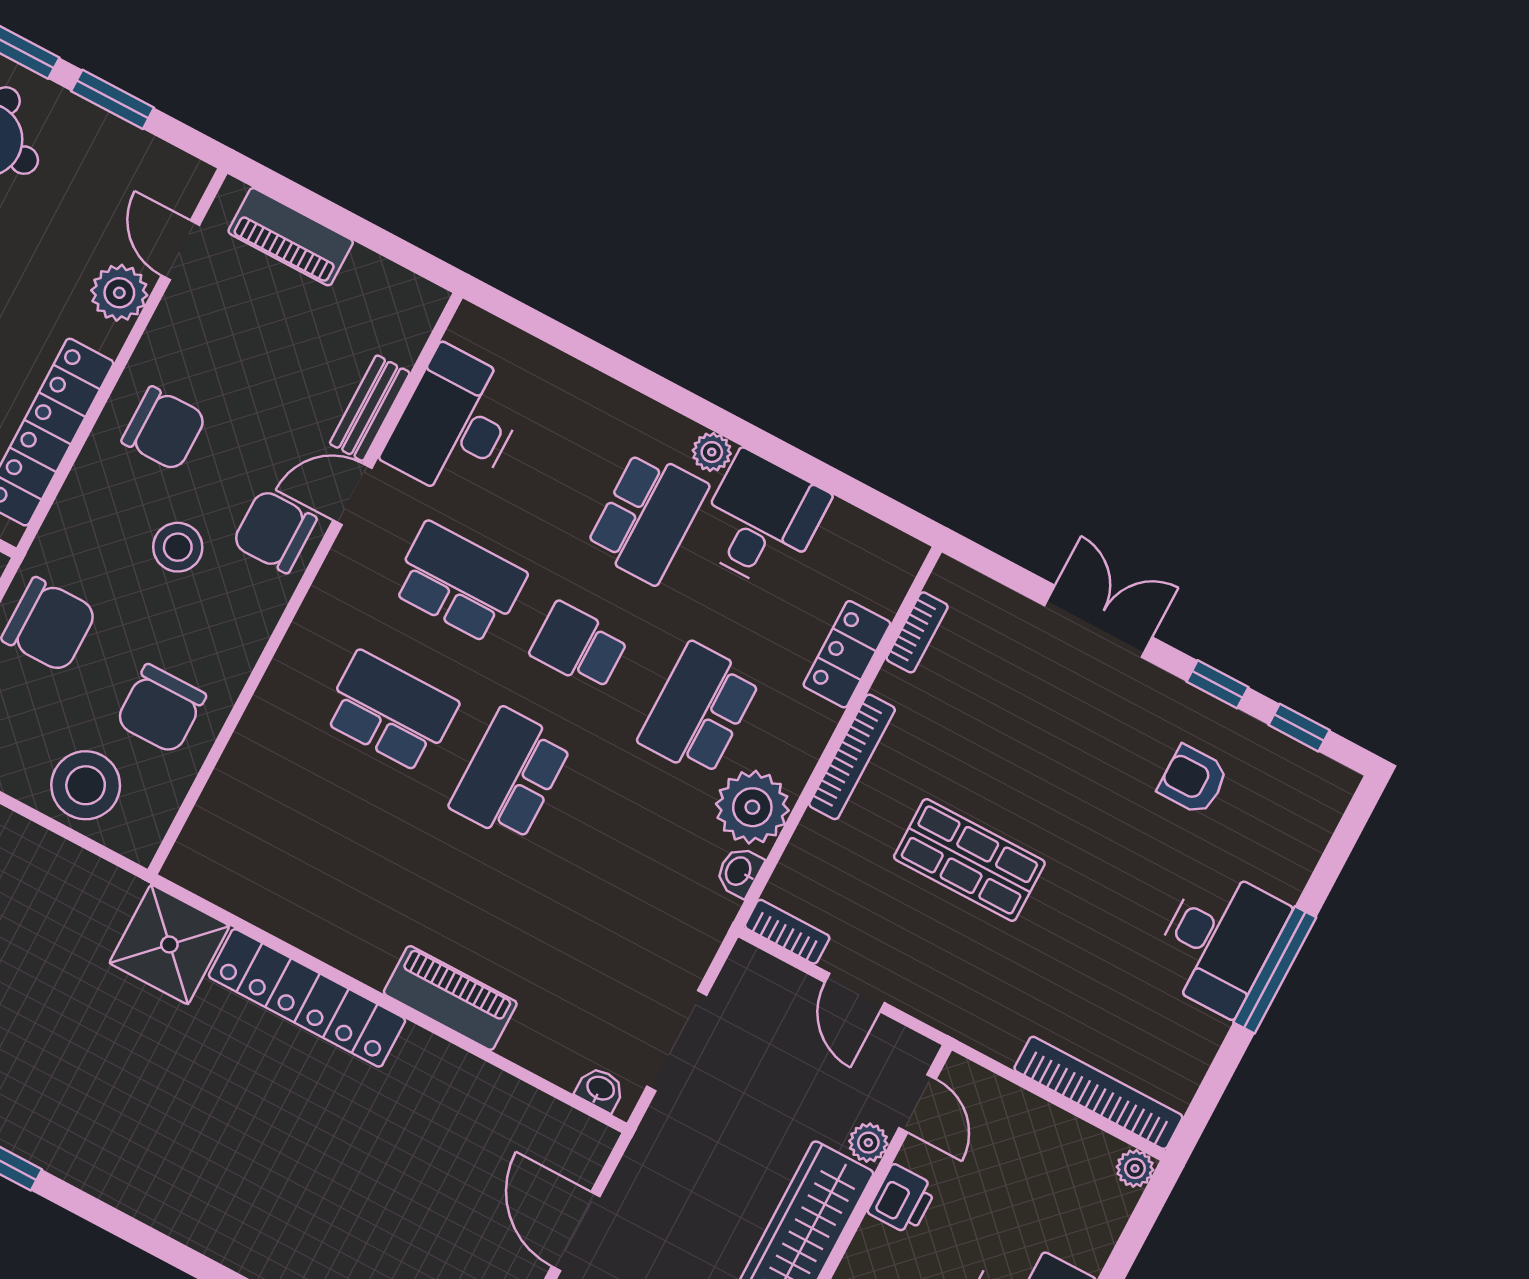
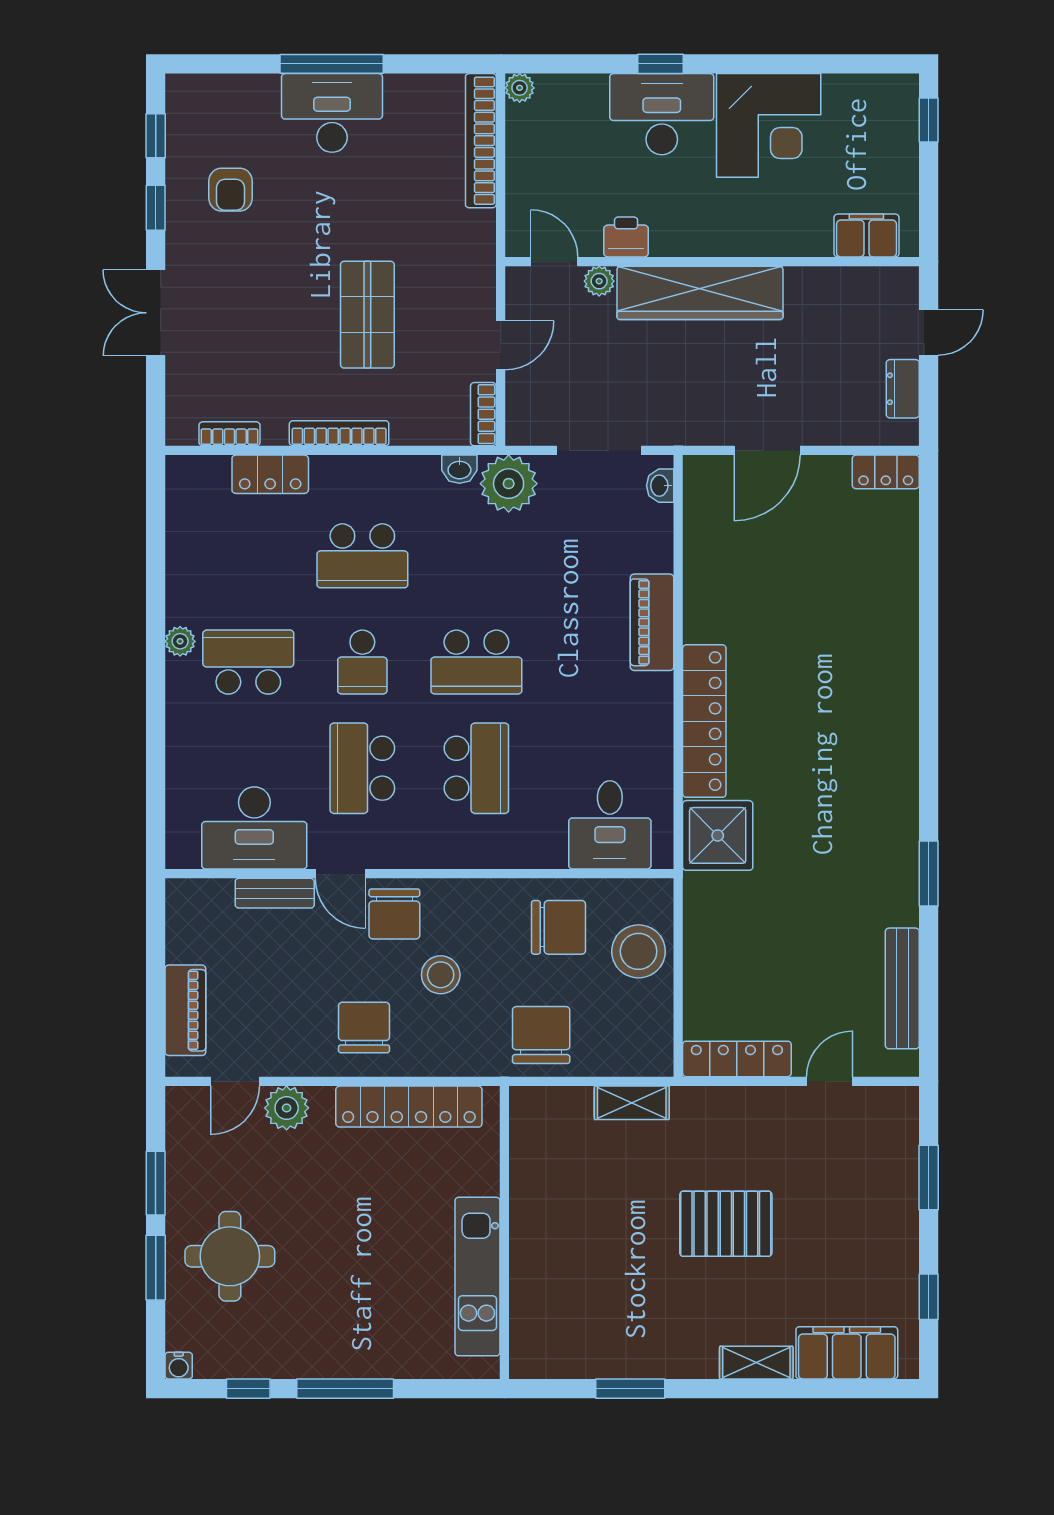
desk: (761, 521) -> (610, 825), moved, turned -90
school desk: (390, 711) -> (476, 768), turned 180
plant: (752, 807) -> (509, 484), moved
door: (917, 1104) -> (554, 262), hinge flipped

